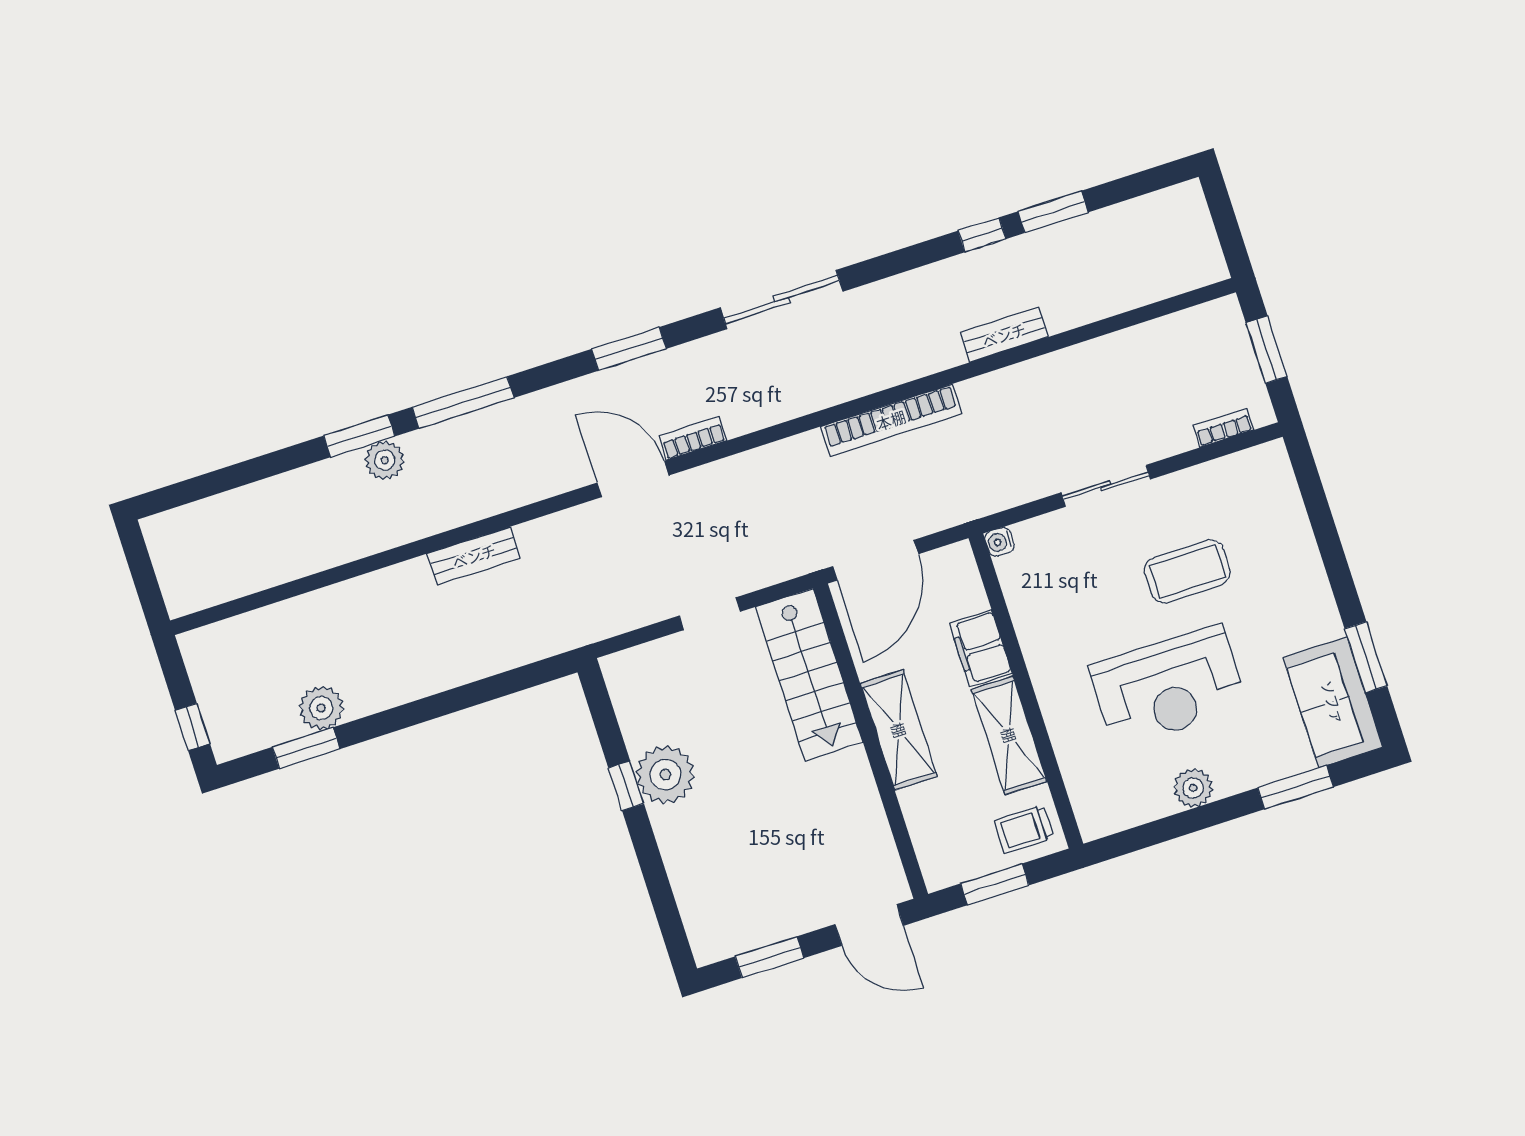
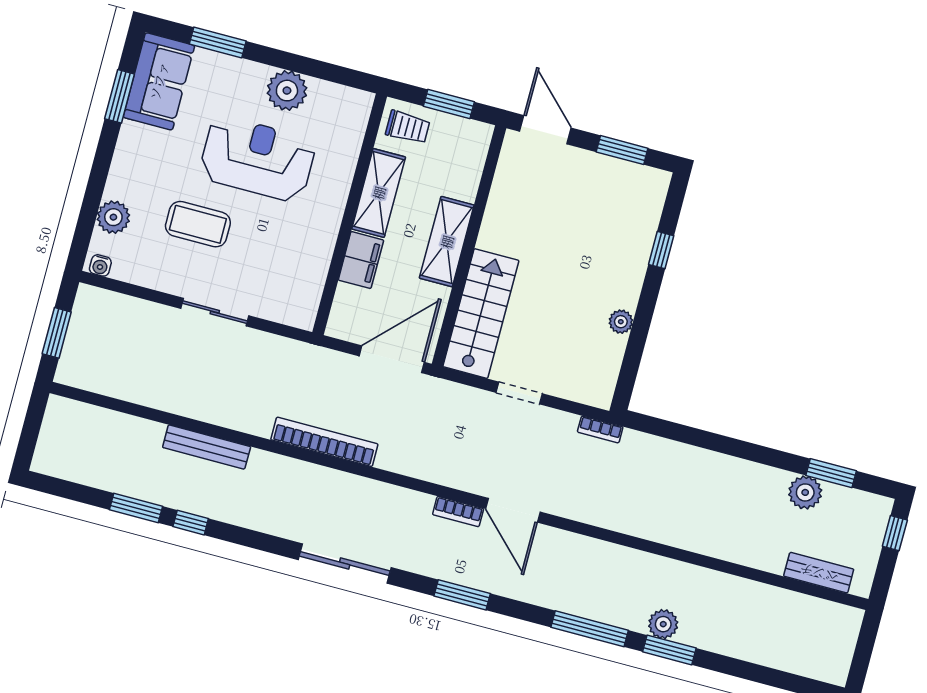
bench: (1004, 335) -> (207, 447), width x1.36
bookcase: (1223, 428) -> (600, 429), moved
plant: (1286, 519) -> (113, 217), added
water cooler: (1000, 542) -> (100, 265), moved, turned 90
bench: (474, 556) -> (819, 573), moved
plant: (665, 775) -> (621, 322), width x0.53, depth x0.53
window: (626, 786) -> (661, 250), moved
plant: (1193, 788) -> (287, 91), width x1.36, depth x1.36

